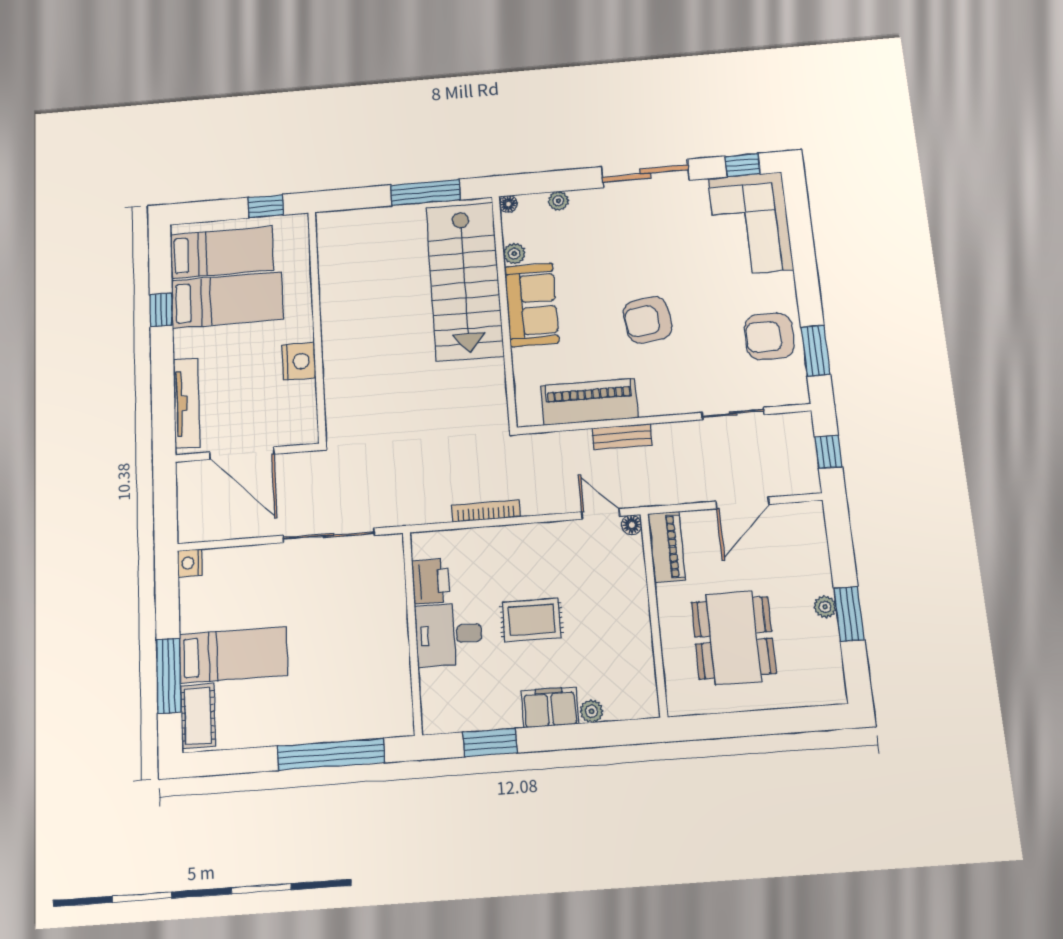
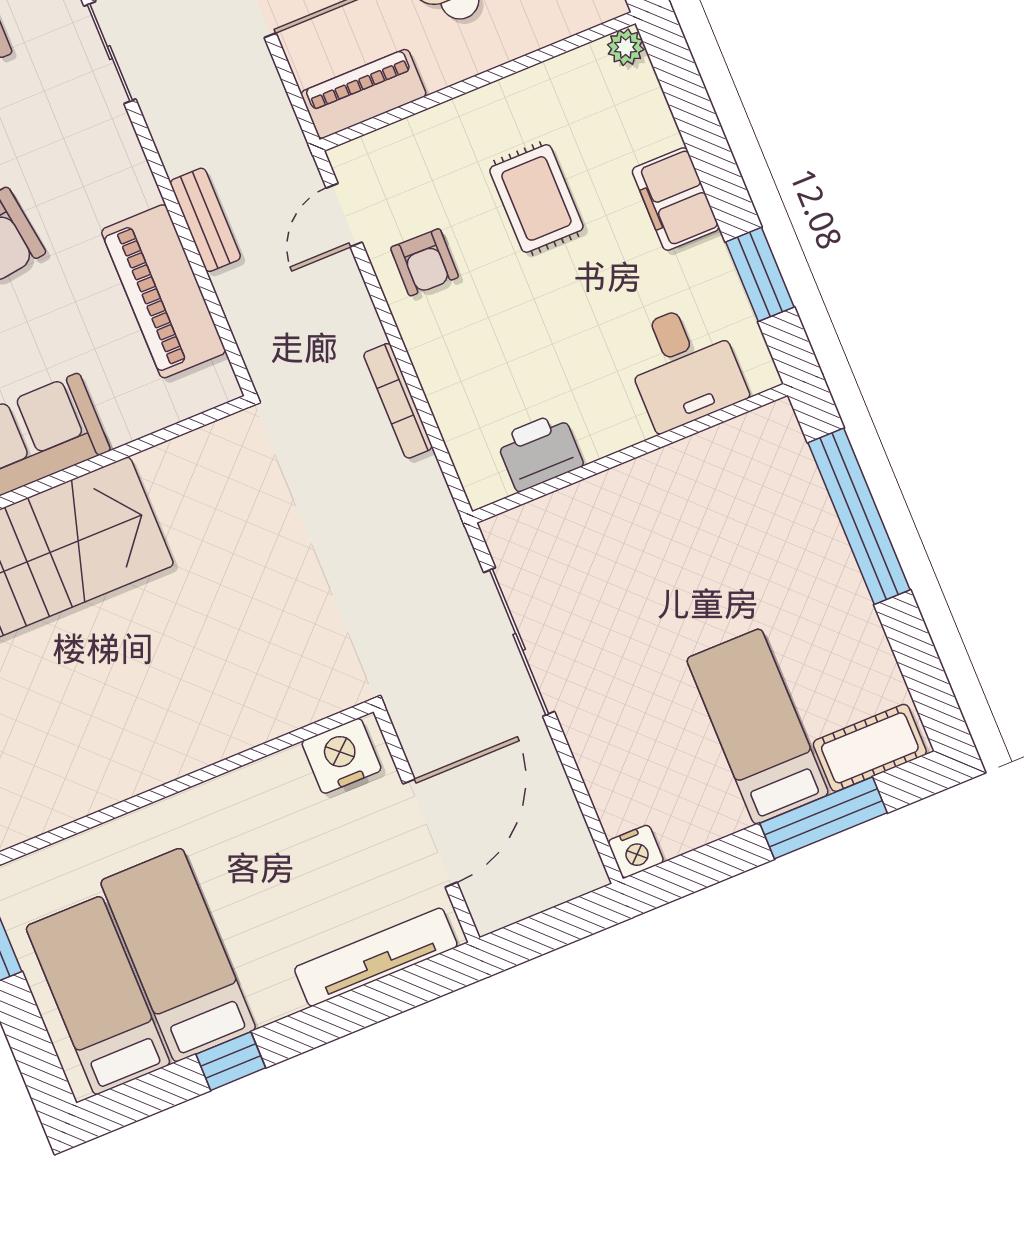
nightstand: (299, 361) -> (341, 756), moved
floor lamp: (632, 525) -> (346, 160), removed
armchair: (559, 551) -> (425, 262), added
rug: (532, 620) -> (536, 198), moved
desk: (449, 635) -> (684, 366), moved
plant: (592, 711) -> (626, 47), moved

